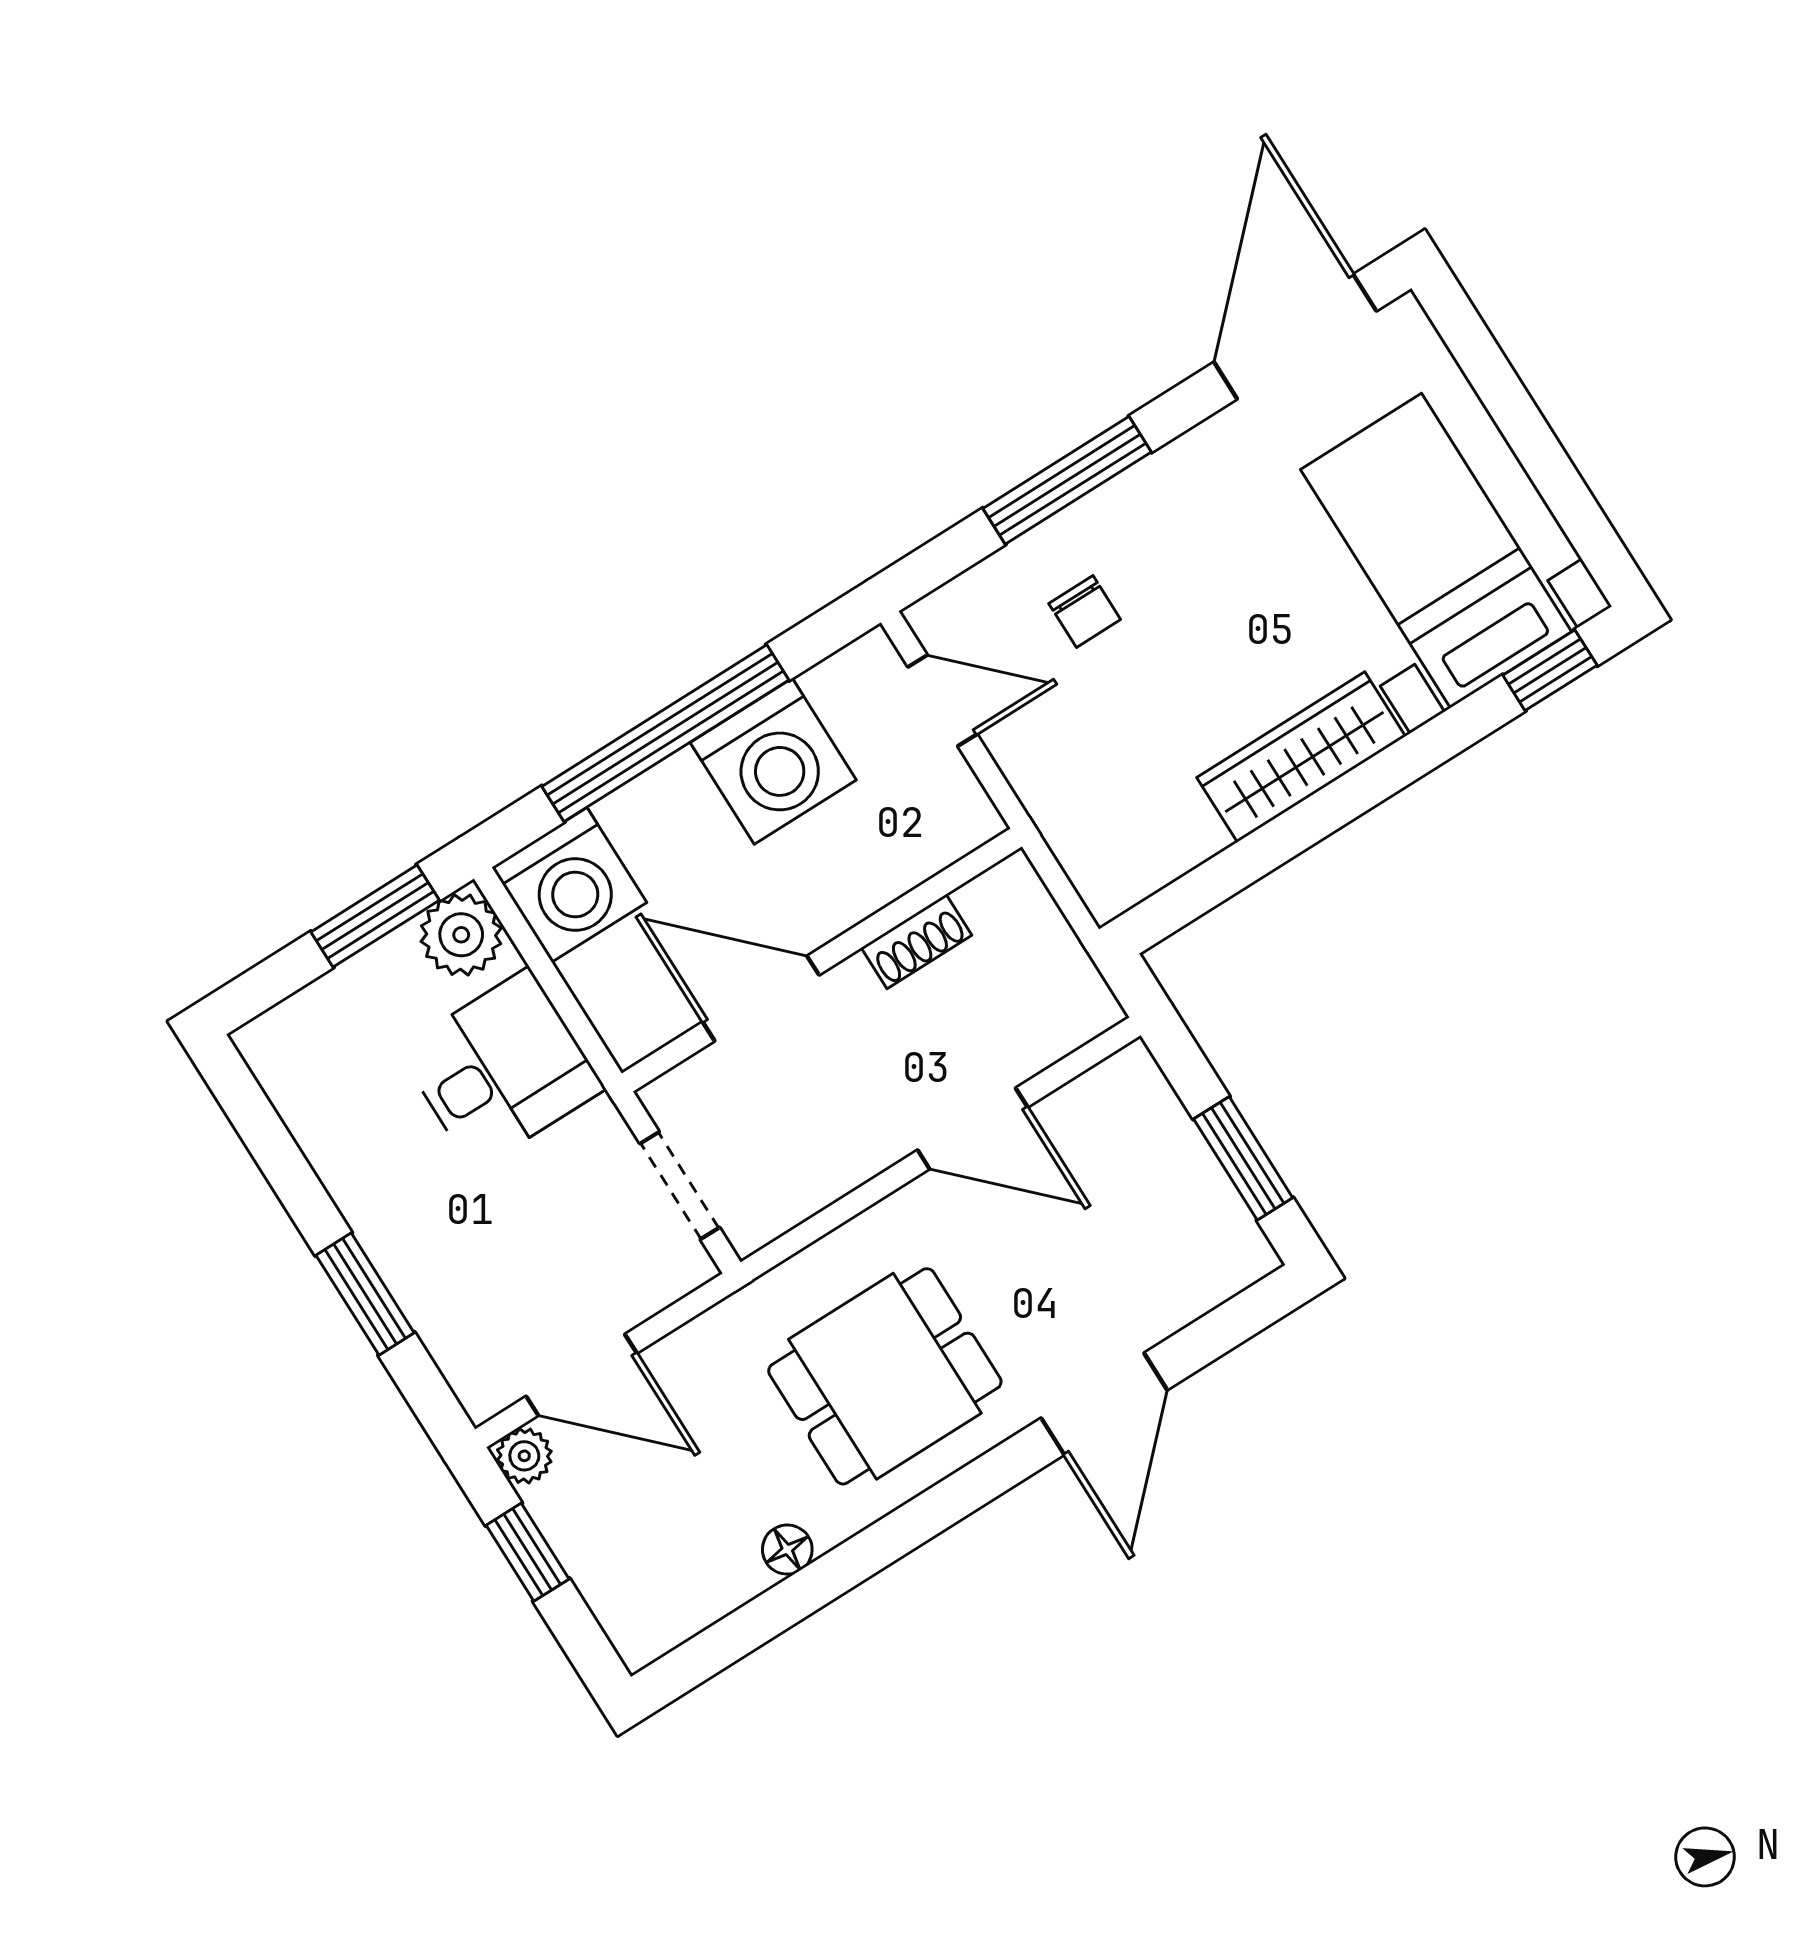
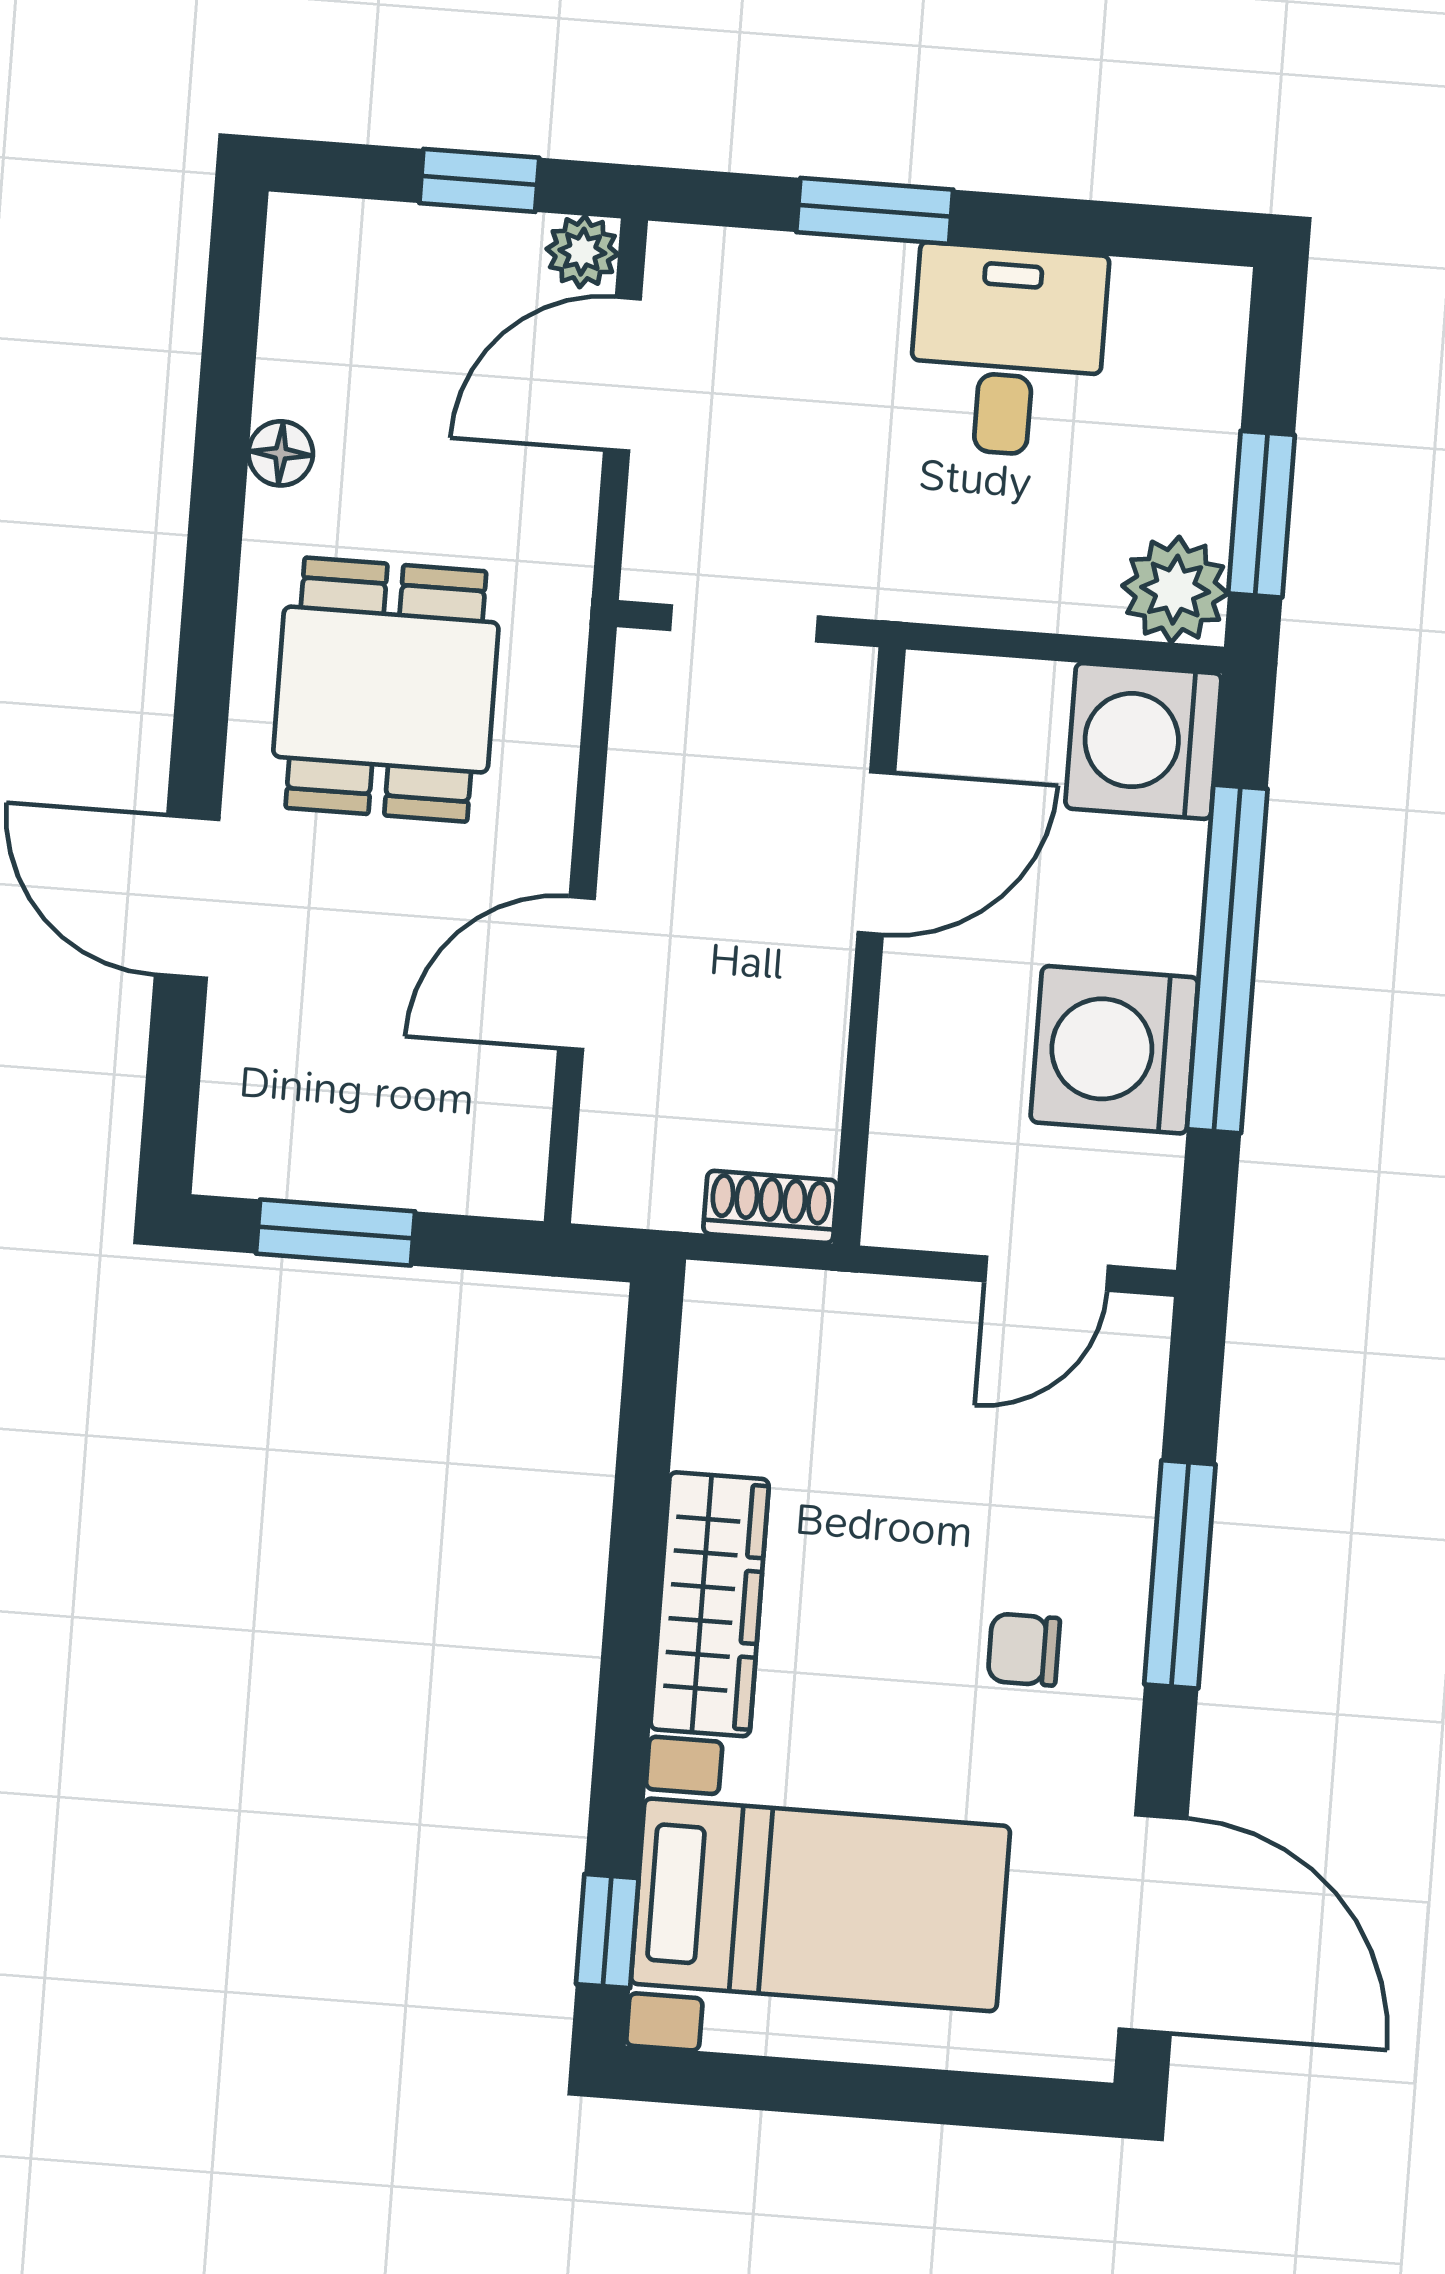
chair: (1085, 612) -> (1024, 1650), moved
shoe rack: (917, 941) -> (770, 1207), moved, turned 90
desk: (501, 1069) -> (1007, 351), moved, turned 180

